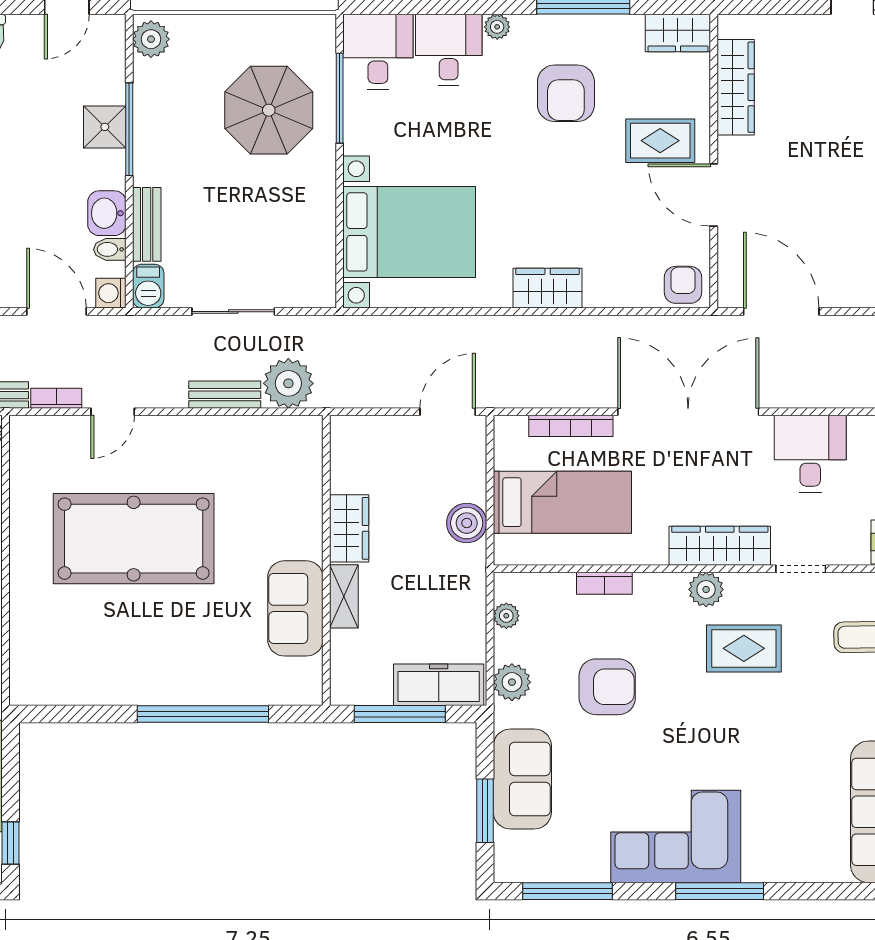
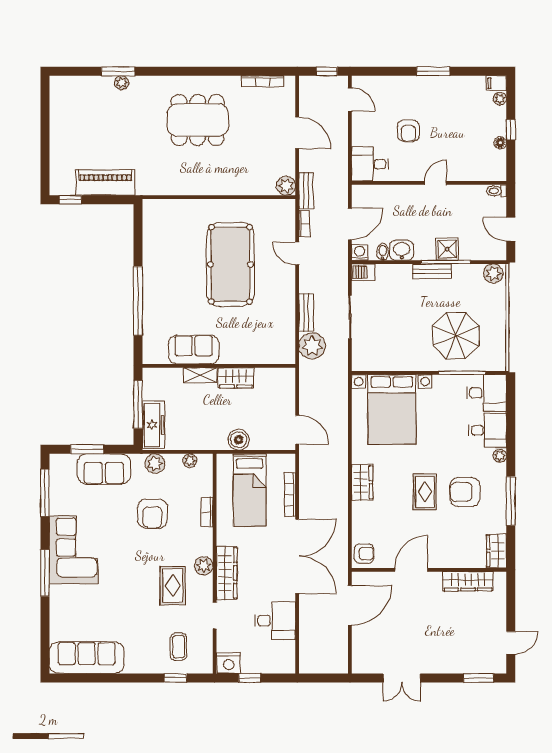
rug: (660, 141) -> (425, 492), moved
bench: (147, 224) -> (432, 271), moved

